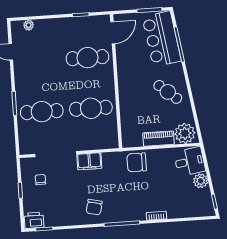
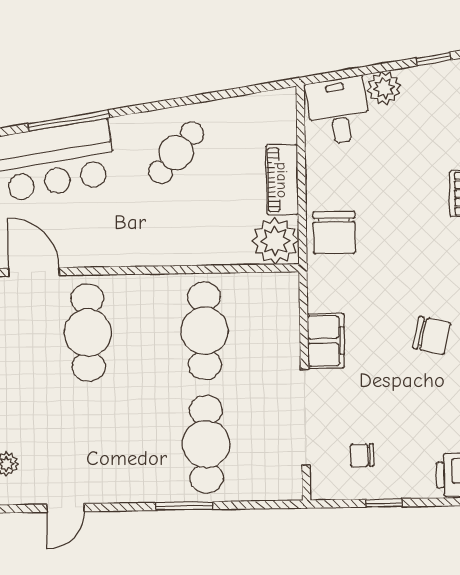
plant: (185, 133) -> (275, 241), moved

